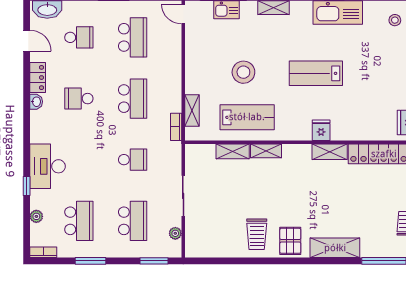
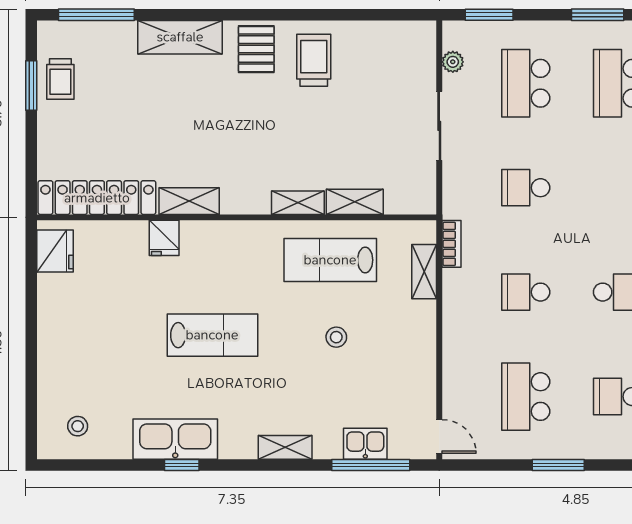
stool: (243, 72) -> (336, 337), width x0.53, depth x0.53
school desk: (133, 99) -> (526, 292), width x0.54
fridge: (321, 130) -> (164, 238), moved

